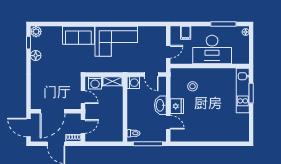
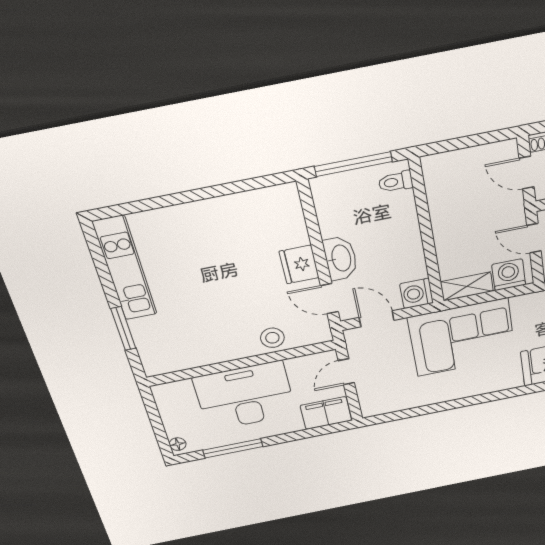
filing cabinet: (186, 33) -> (326, 413), width x2.00
corner sofa: (116, 41) -> (462, 338), moved, turned 180
stool: (193, 86) -> (272, 338), moved
kitchen unit: (243, 91) -> (125, 268), moved
door: (168, 122) -> (329, 299), moved
door: (83, 126) -> (527, 173), hinge flipped

